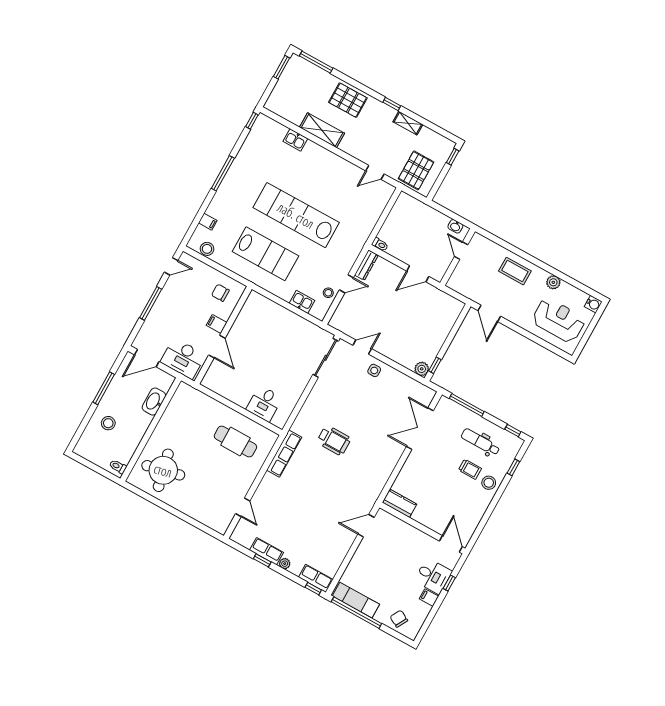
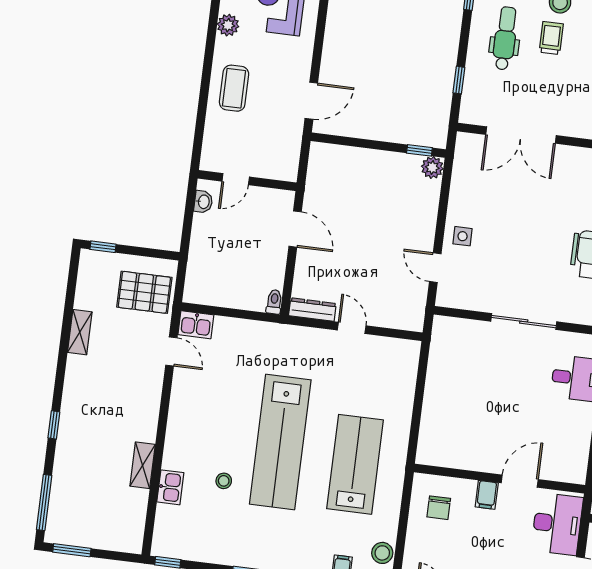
pallet: (348, 100) -> (81, 434), removed
window: (392, 104) -> (54, 425), moved
shelving: (322, 130) -> (143, 465), width x0.67, depth x0.75
stool: (328, 293) -> (224, 481), moved
kitchen sink: (302, 302) -> (196, 325), moved, turned -90
sliding door: (326, 358) -> (524, 322), moved
window: (467, 405) -> (459, 80), width x0.46
dental chair: (480, 442) -> (505, 38), turned 180

